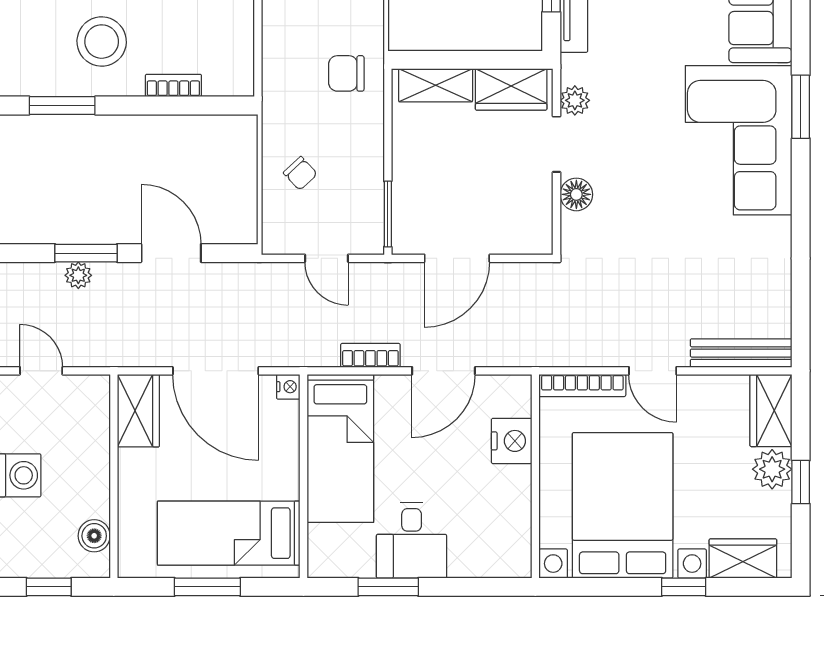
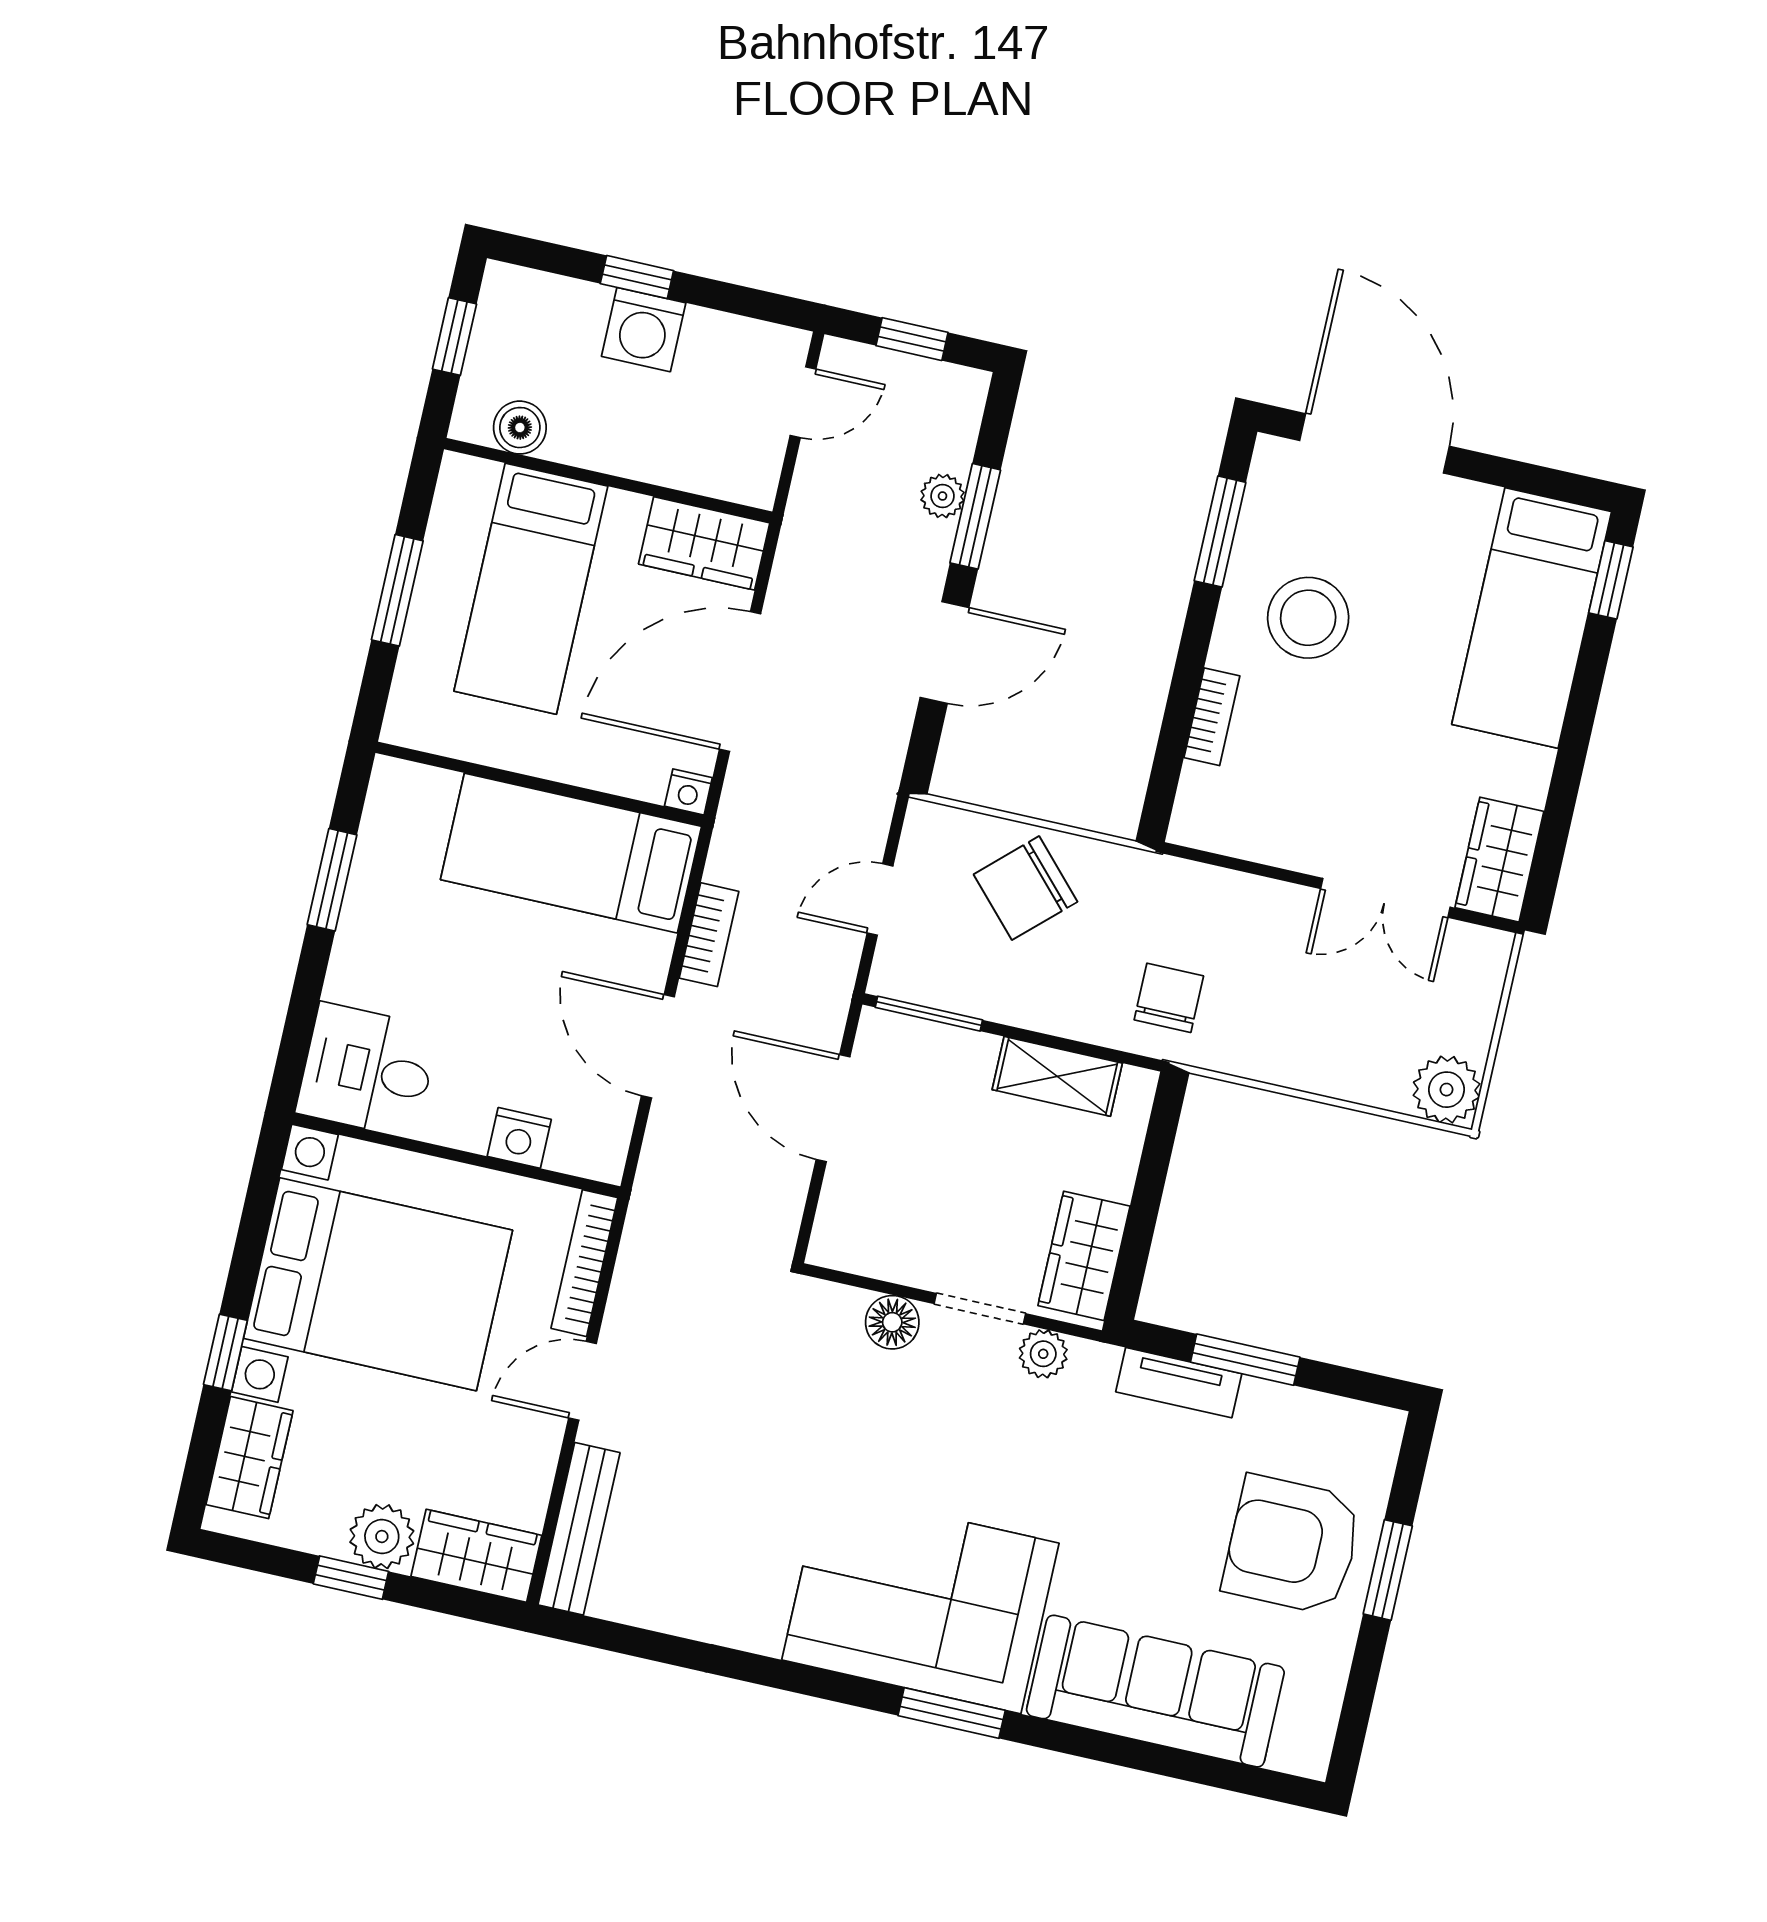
shelving: (436, 85) -> (1057, 1076), moved, turned 90
chair: (300, 173) -> (1026, 888), width x1.87, depth x1.87
nightstand: (512, 441) -> (519, 1138), width x0.74, depth x0.75
bed: (229, 533) -> (531, 589), moved, turned 180
desk: (412, 540) -> (367, 1070), moved

